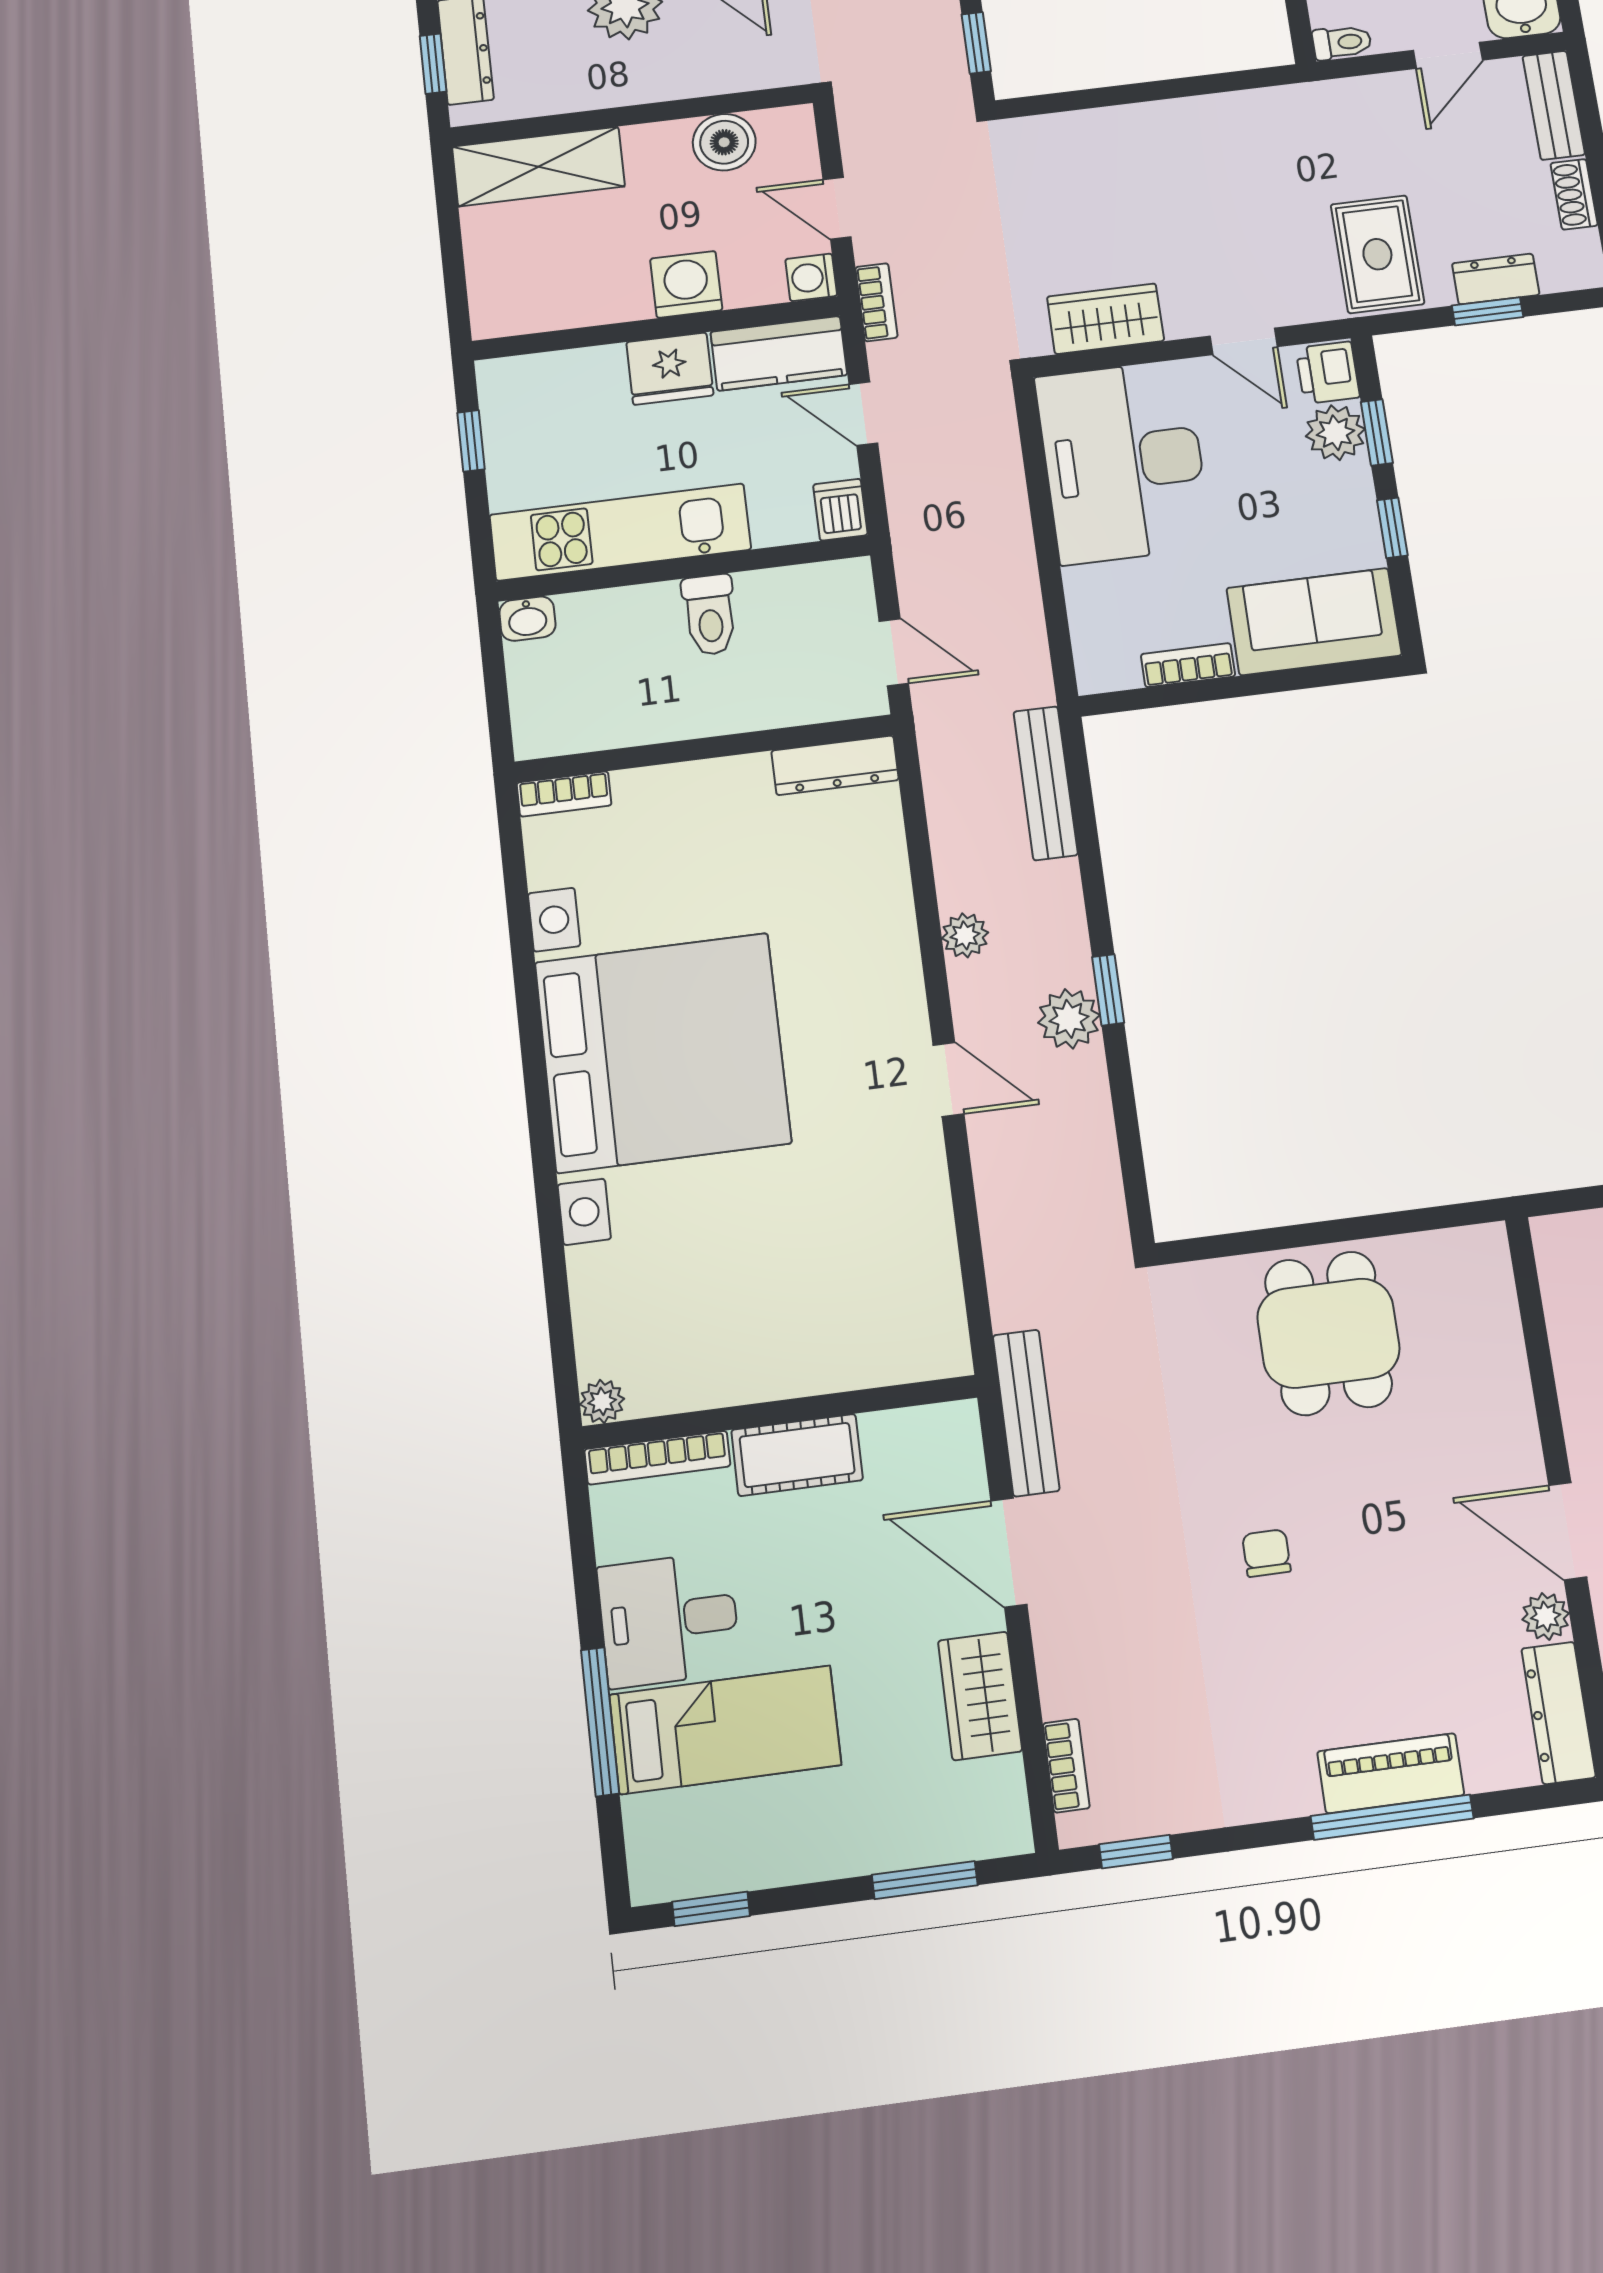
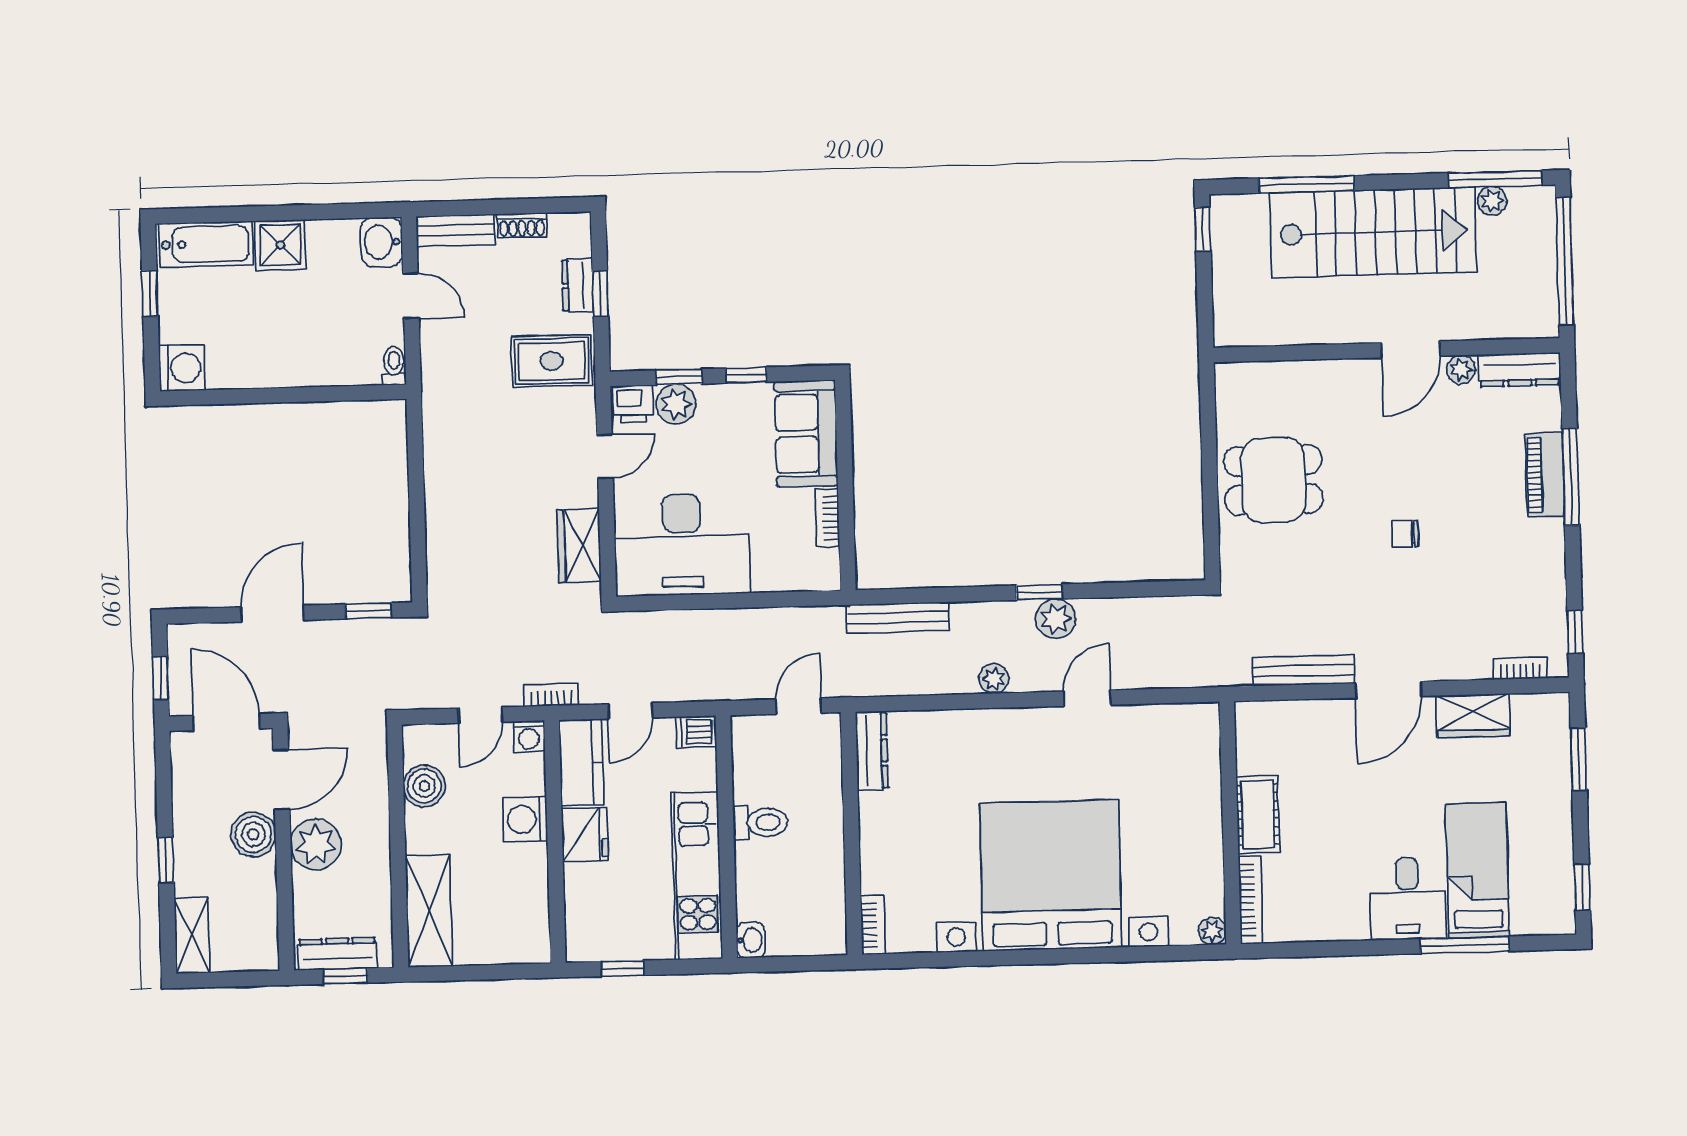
plant: (602, 1401) -> (1212, 931), moved
wall: (780, 1412) -> (1230, 823), moved
cot: (797, 1455) -> (1258, 815), moved
bookcase: (657, 1458) -> (1251, 900), moved

